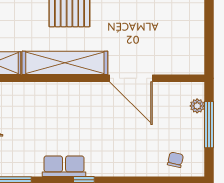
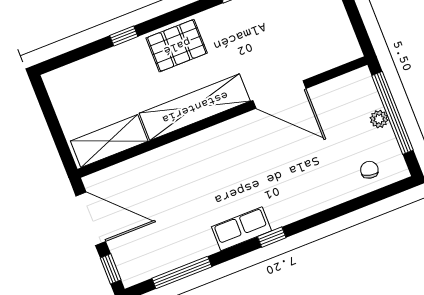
plant: (197, 106) -> (379, 119), moved
window: (209, 125) -> (393, 113), width x1.46

